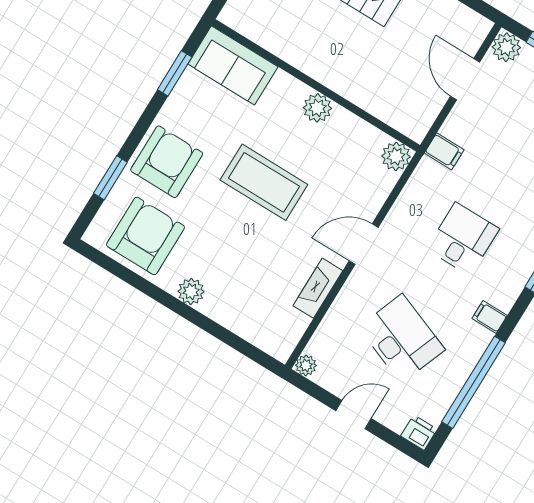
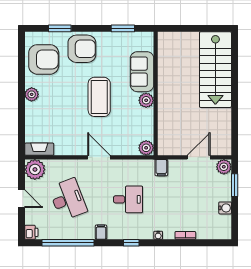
sofa: (233, 65) -> (142, 72), moved
fireplace: (318, 288) -> (39, 149), moved
desk: (402, 338) -> (68, 199), turned -42
plant: (306, 365) -> (35, 169), width x1.88, depth x1.88

